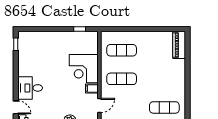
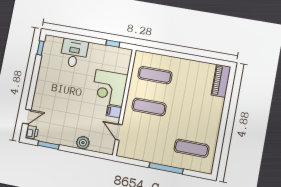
desk: (30, 88) -> (74, 53), moved, turned 90
door: (99, 106) -> (119, 132), swing flipped
door: (16, 107) -> (27, 117), hinge flipped

